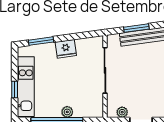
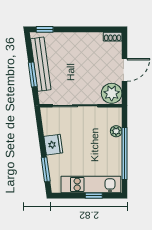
plant: (67, 112) -> (116, 131), moved
plant: (122, 112) -> (112, 93), width x1.88, depth x1.88

